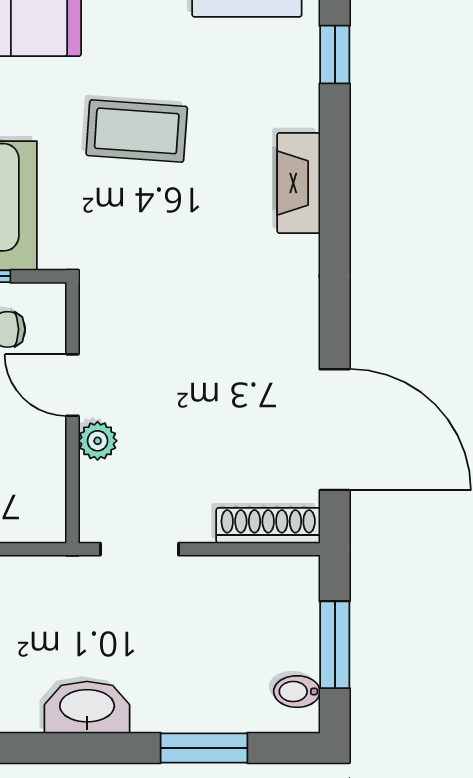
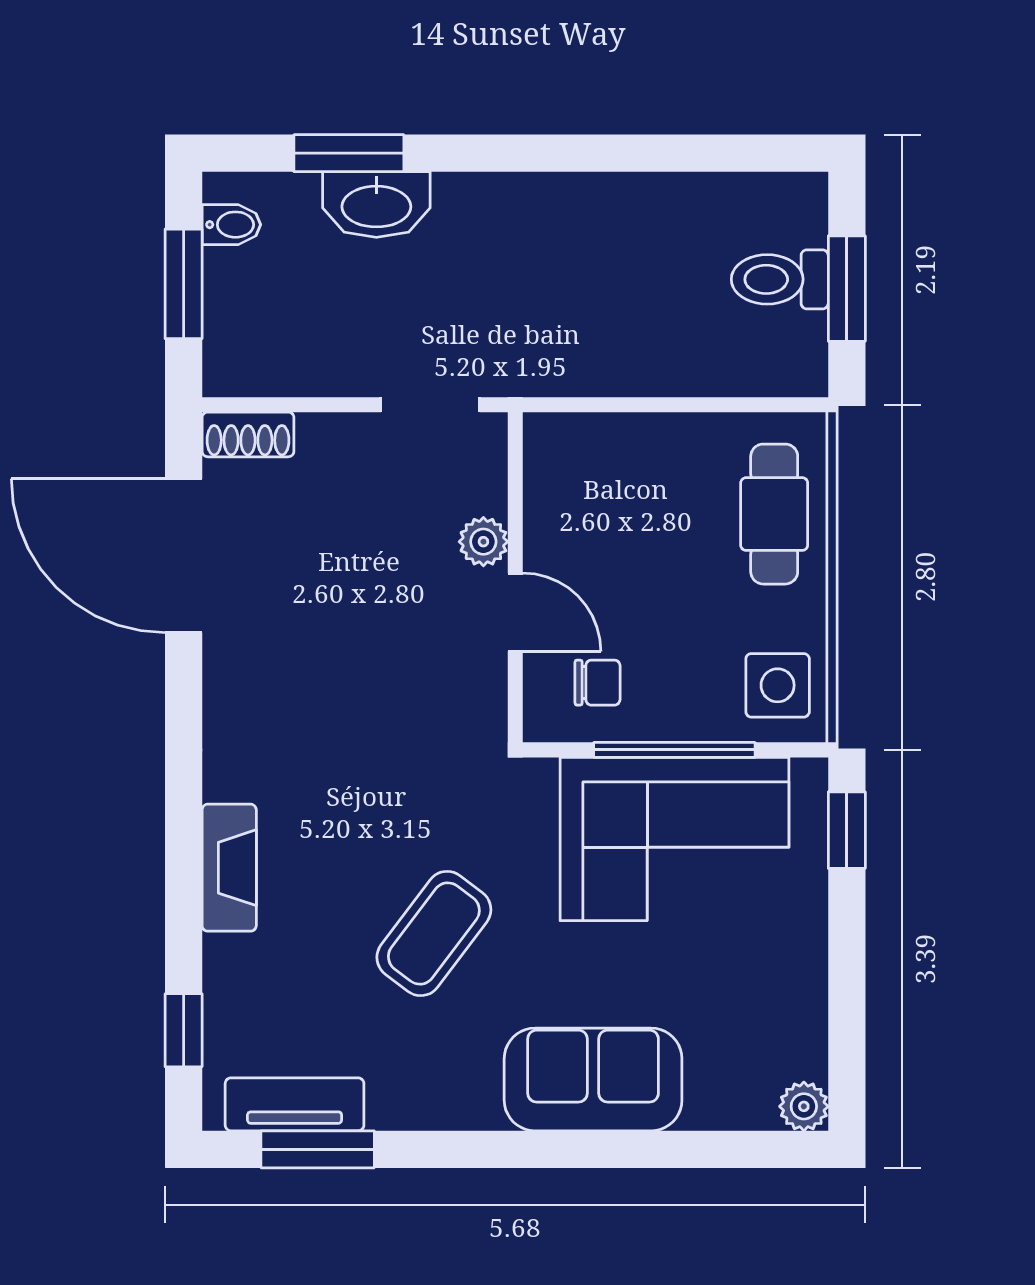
coffee table: (137, 131) -> (434, 933), turned -57
shoe rack: (268, 526) -> (248, 434), width x0.70
washbasin: (87, 707) -> (376, 205), moved

